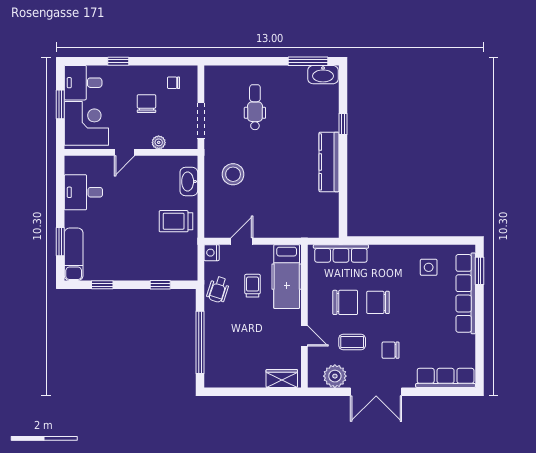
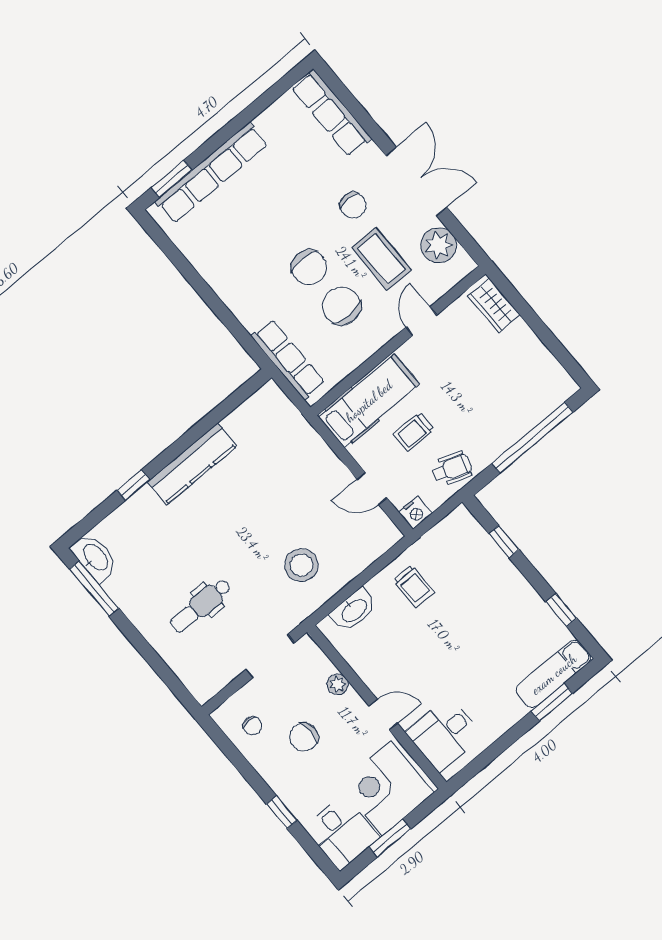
desk: (83, 192) -> (444, 734), moved, turned 90
trolley: (176, 221) -> (413, 586), width x0.73, depth x0.72
side table: (429, 267) -> (218, 242), removed
coffee table: (352, 342) -> (381, 259), width x1.36, depth x1.30

